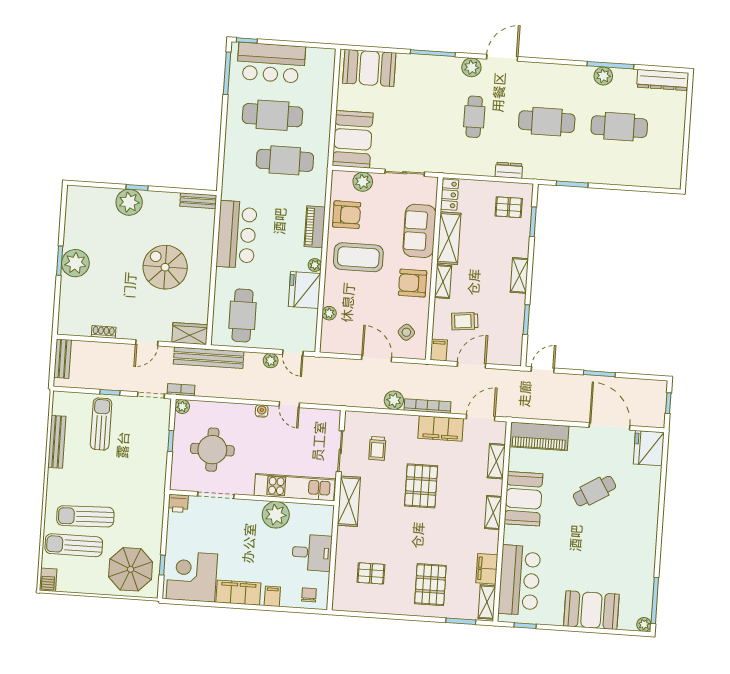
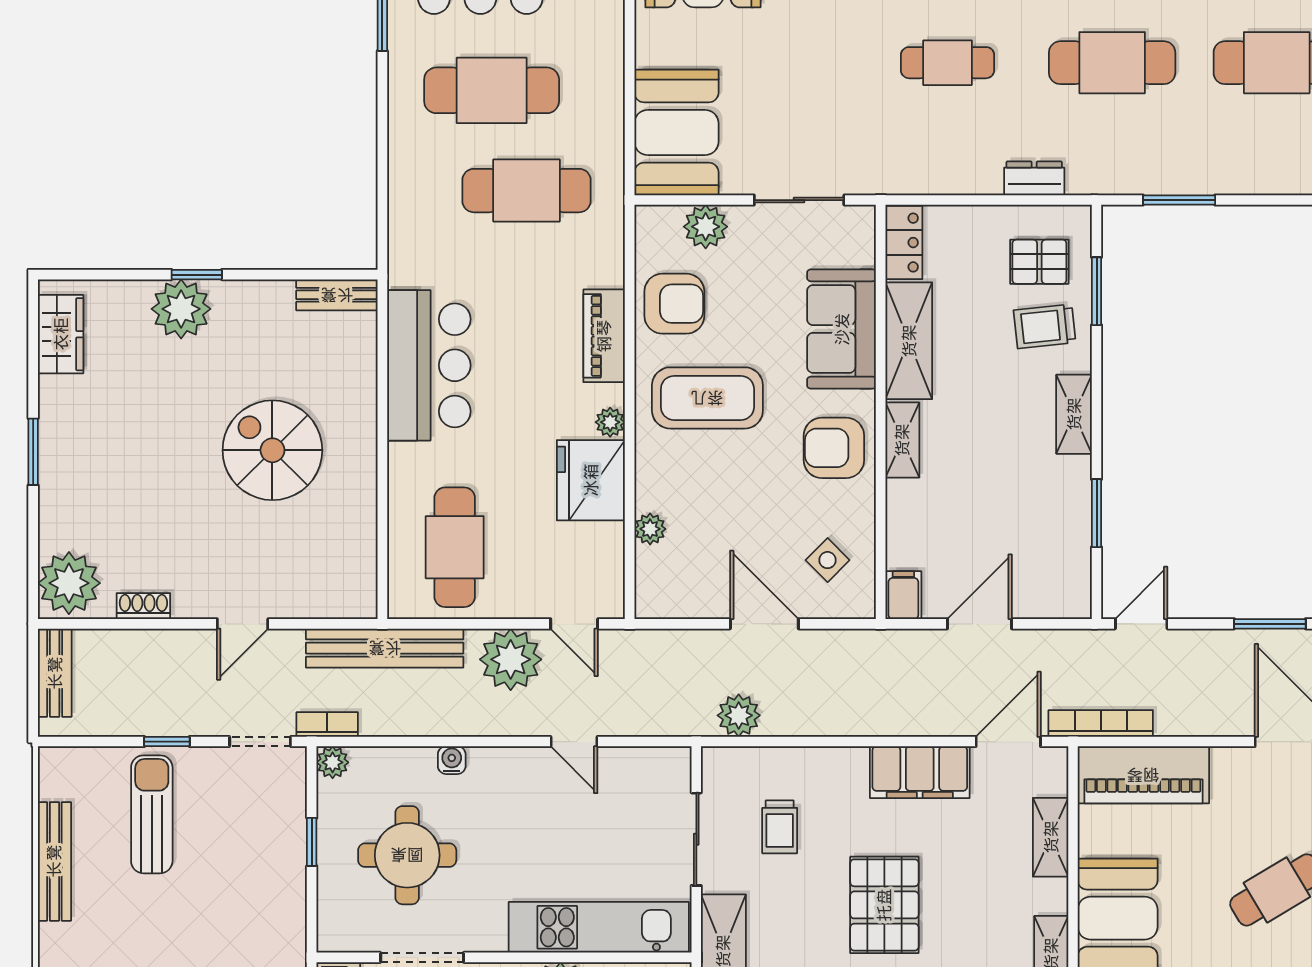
cafe table: (474, 117) -> (948, 63), turned 90
plant: (75, 263) -> (69, 583), moved
trolley: (465, 321) -> (1045, 326), moved
wardrobe: (190, 334) -> (61, 334), moved, turned 90
plant: (271, 361) -> (511, 659), width x1.87, depth x1.87
plant: (394, 400) -> (739, 715), moved
bookcase: (427, 406) -> (1101, 723), moved
water cooler: (262, 411) -> (452, 760), moved

